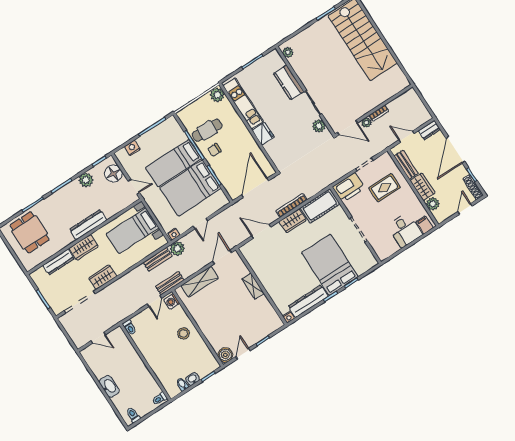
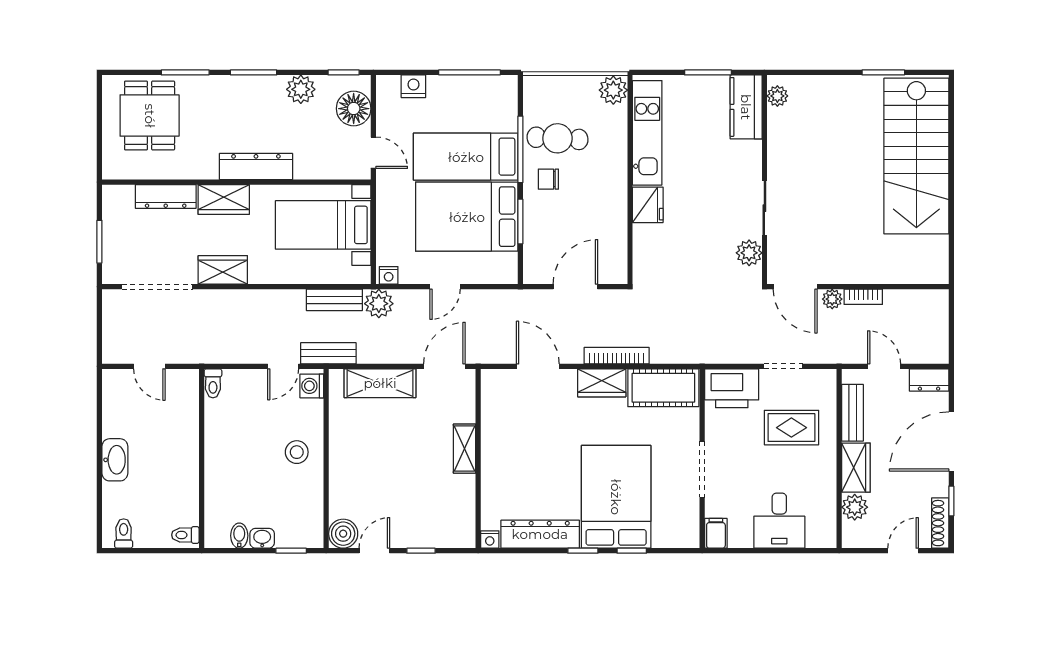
kitchen counter: (289, 82) -> (746, 107), moved
door: (255, 188) -> (575, 287), width x0.73
filing cabinet: (425, 225) -> (716, 533), moved

